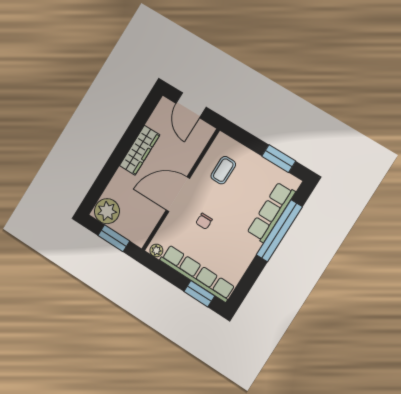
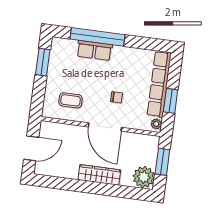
wardrobe: (140, 150) -> (99, 175), moved
row of seats: (271, 212) -> (94, 50), width x0.68
window: (199, 294) -> (171, 101), moved

